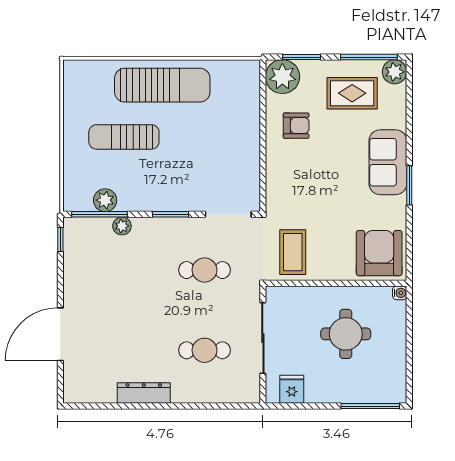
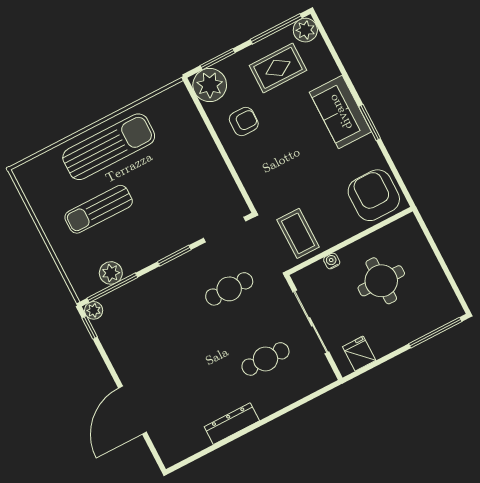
plant: (122, 226) -> (94, 310), moved
water cooler: (400, 293) -> (332, 261), moved, turned -90

